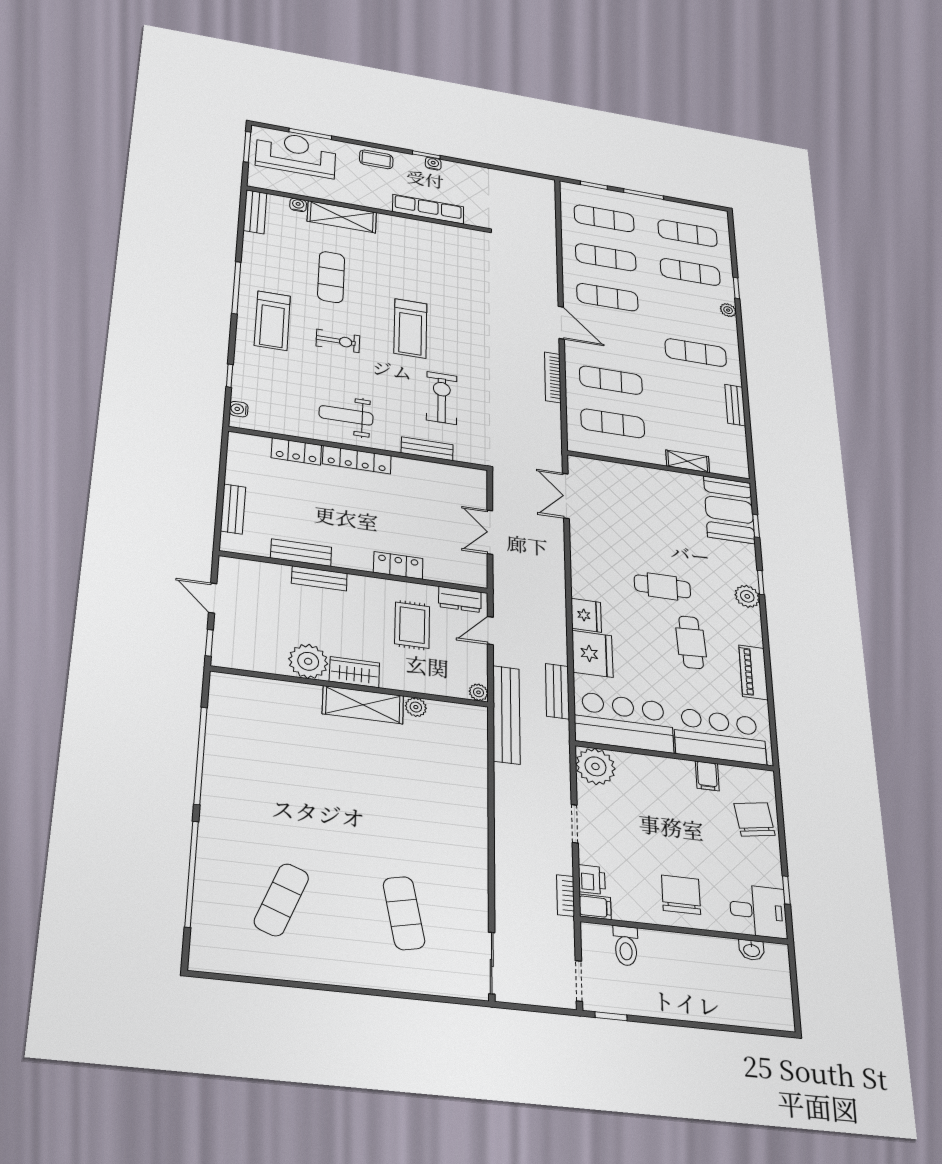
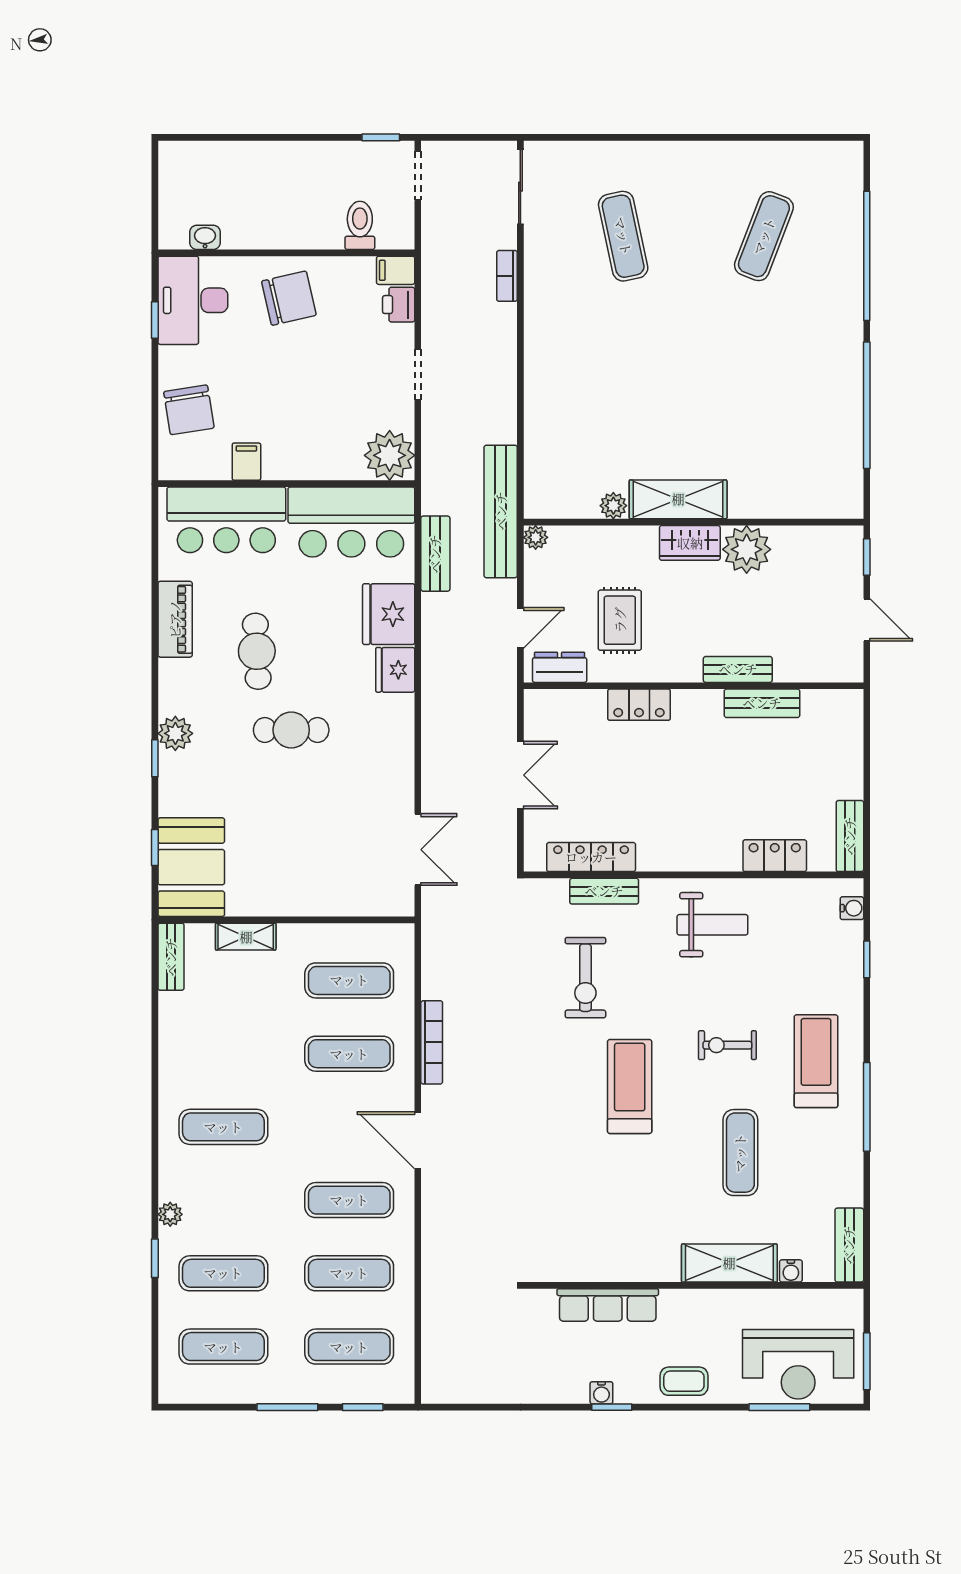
bench: (735, 405) -> (171, 957), moved
locker: (357, 460) -> (591, 857), moved
bench: (233, 509) -> (850, 836), moved
chair: (681, 895) -> (289, 298), turned -103
bookcase: (566, 896) -> (507, 276), moved, turned 180
desk: (758, 911) -> (193, 300), width x1.37

